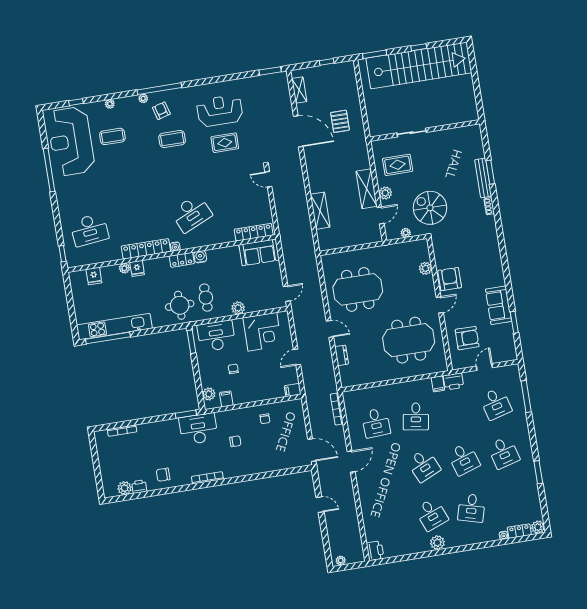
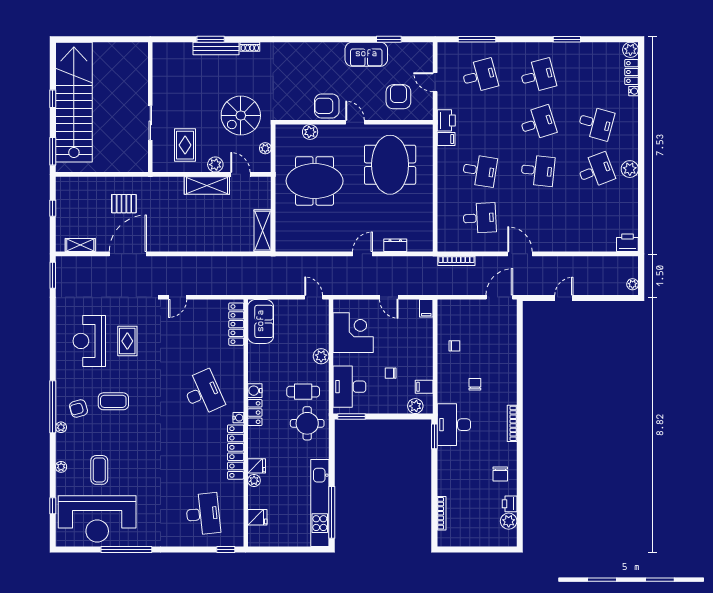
coffee table: (172, 139) -> (113, 401), turned 90
shelving: (320, 211) -> (263, 231), moved, turned 90
meeting table: (358, 289) -> (315, 181), moved, turned 90
desk: (424, 465) -> (538, 171), turned 30

